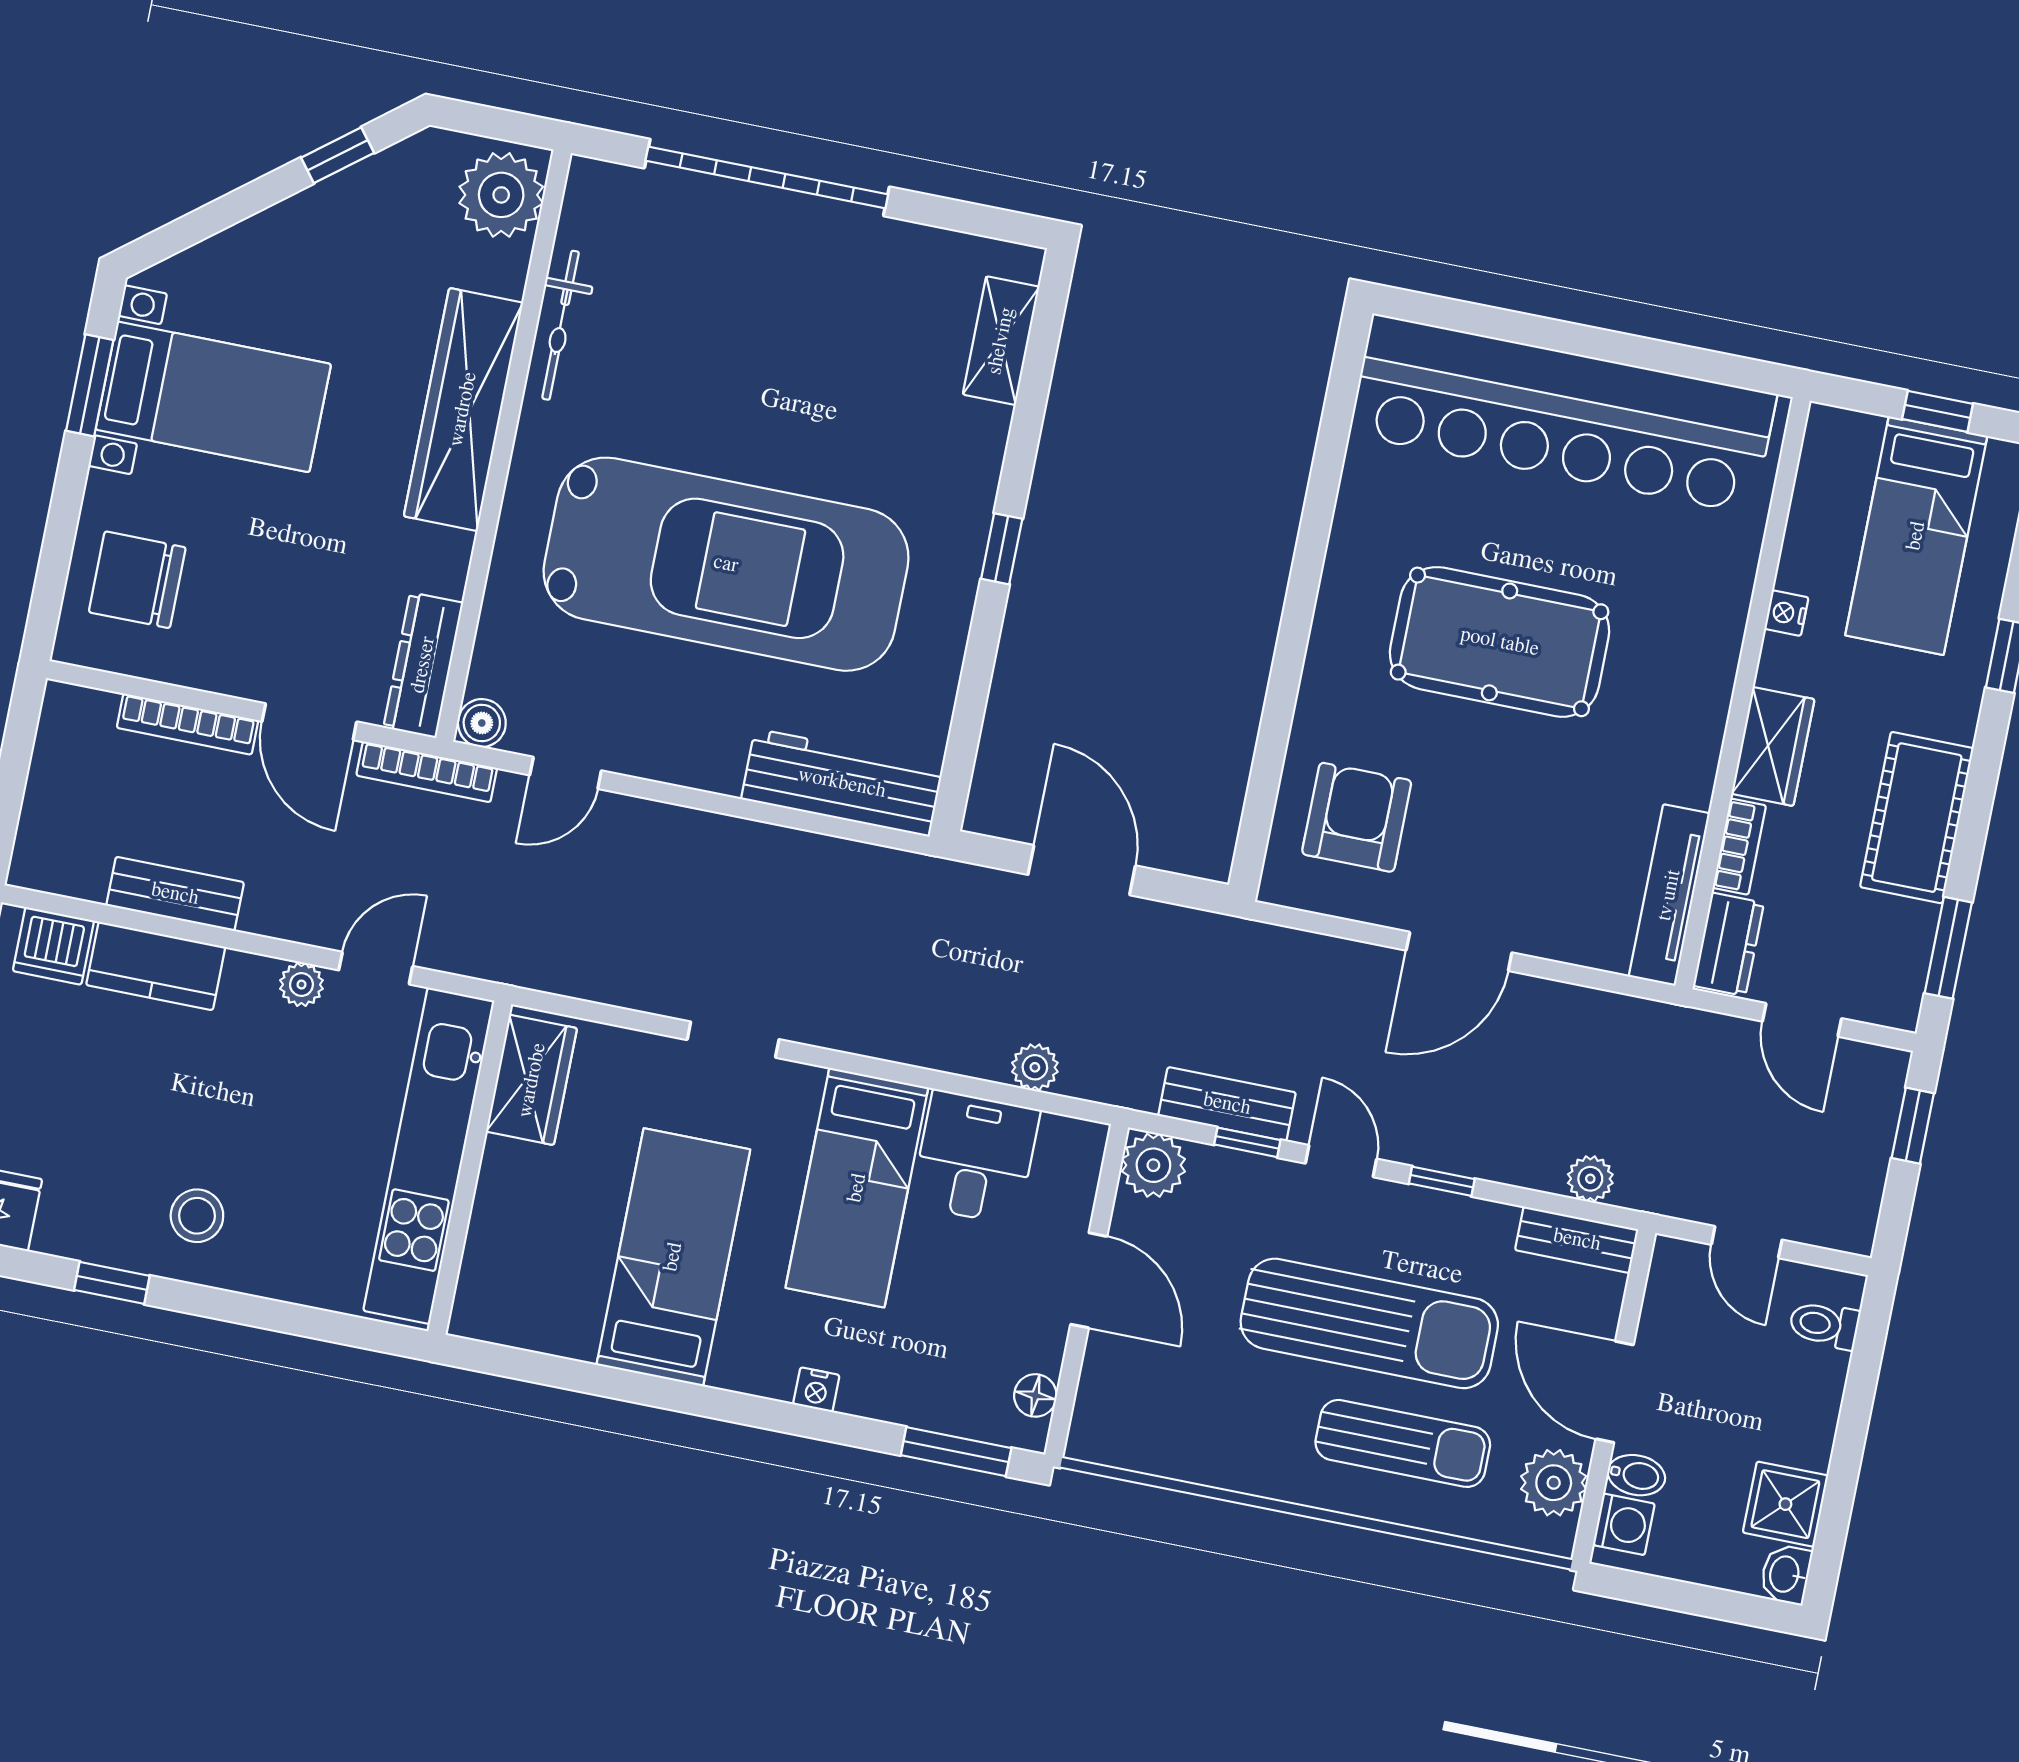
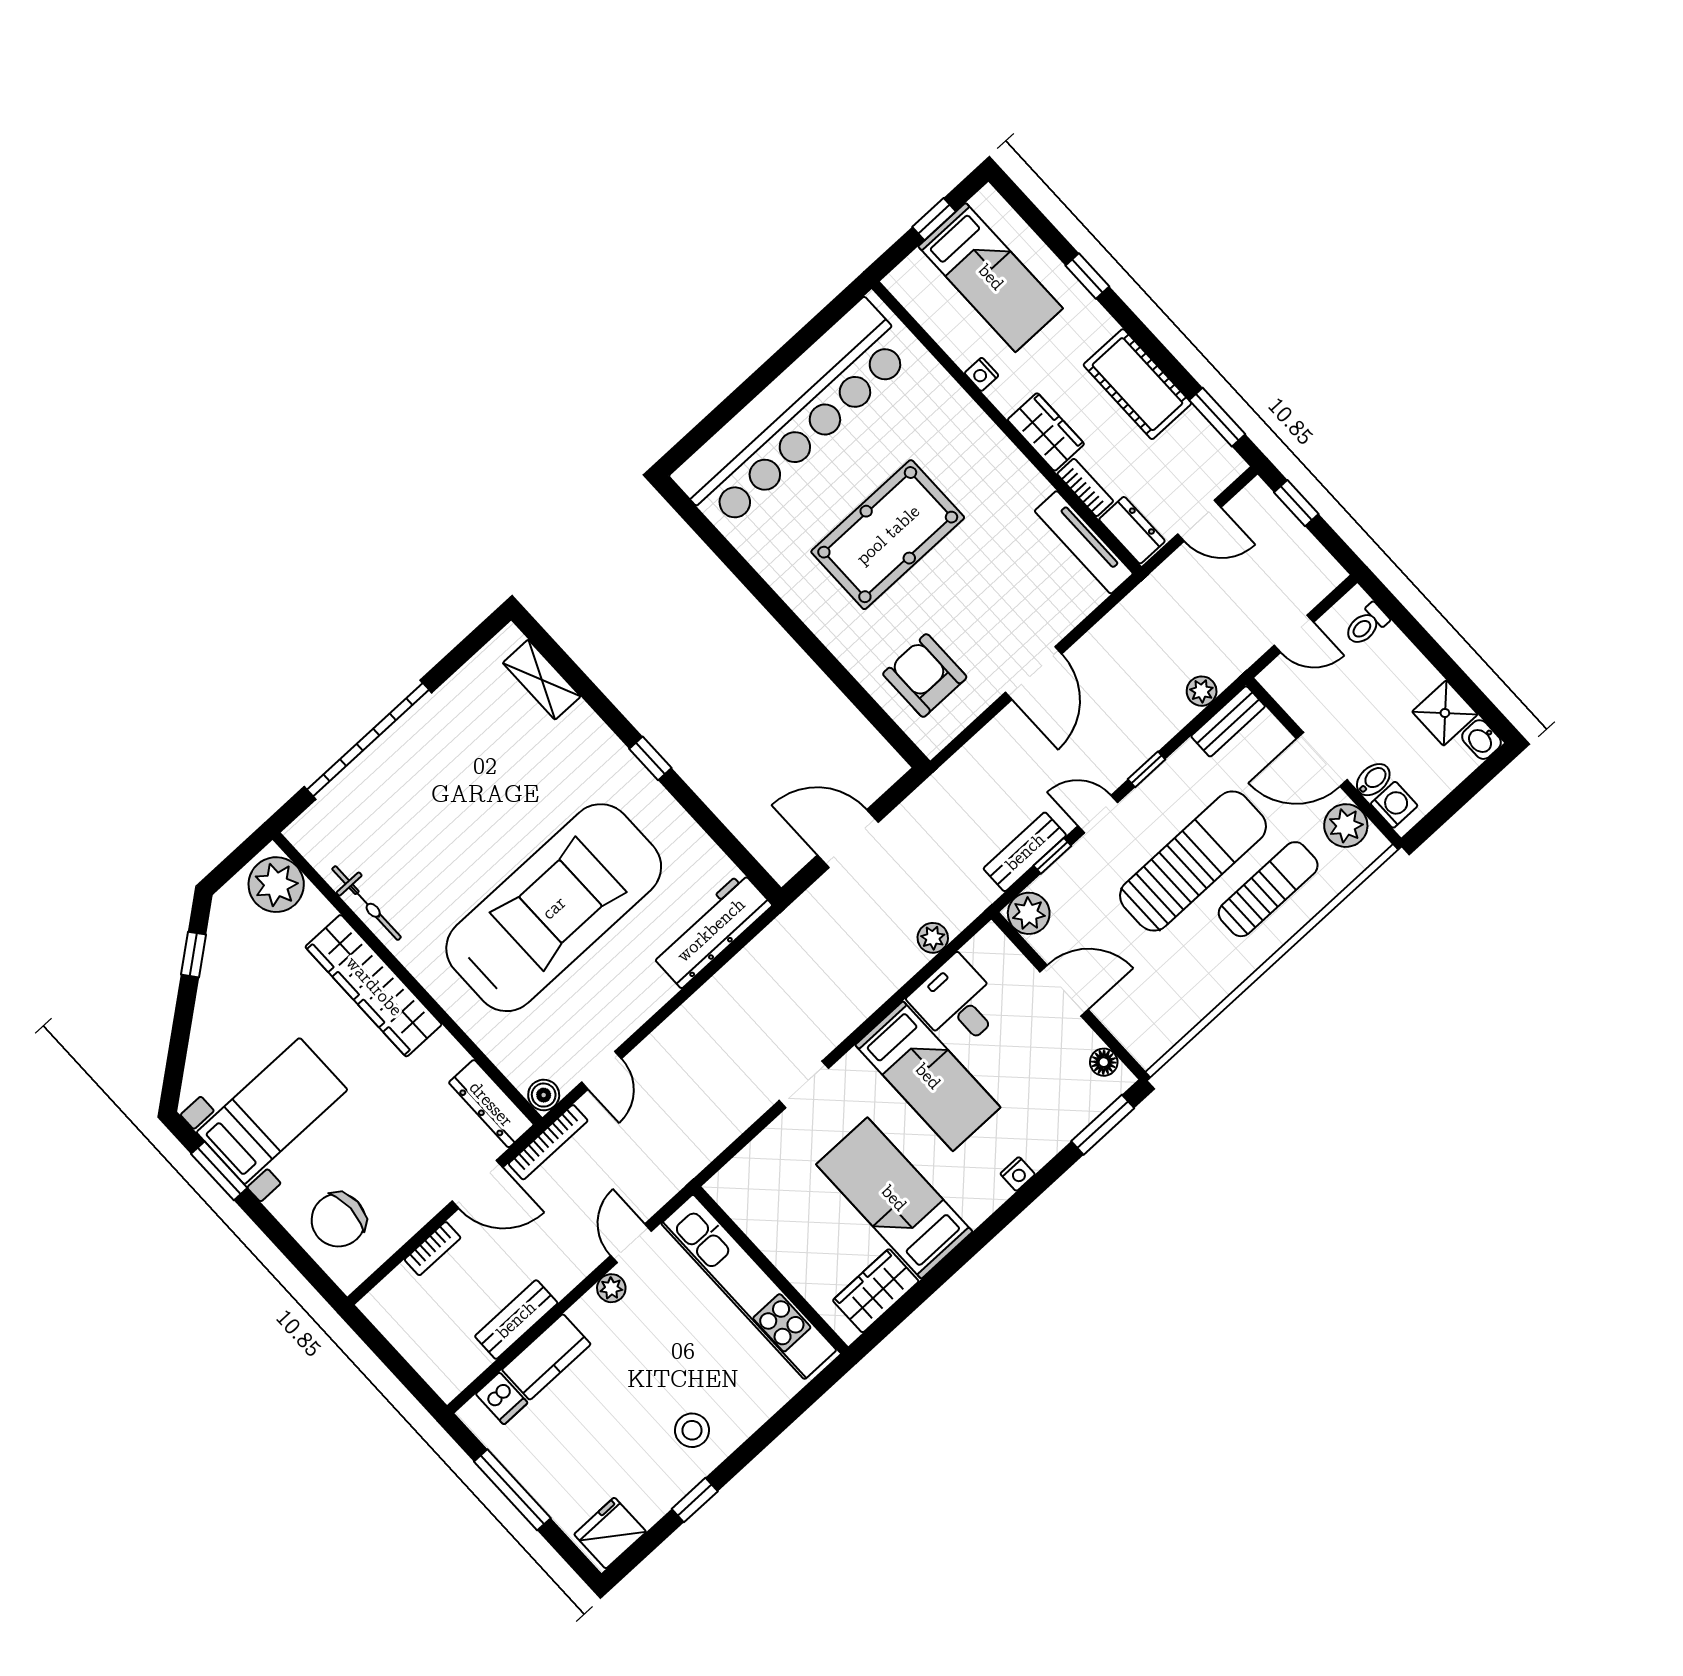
bookcase: (188, 724) -> (433, 1249), width x0.64
dishwasher: (53, 946) -> (502, 1398), width x0.73
wardrobe: (532, 1080) -> (876, 1291), moved, turned -90

